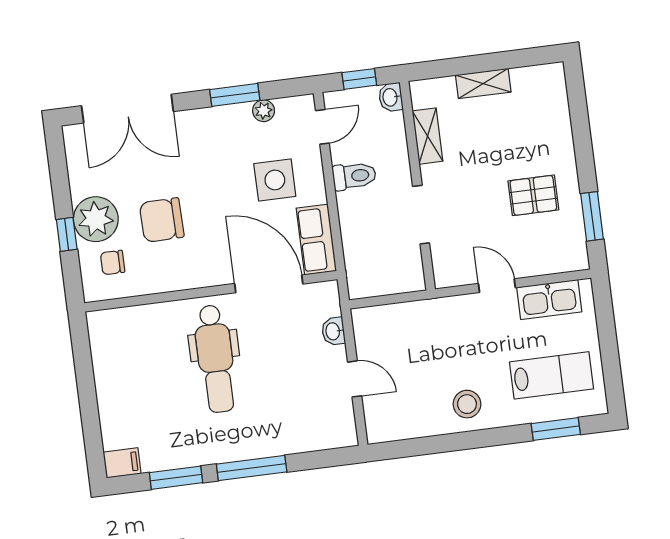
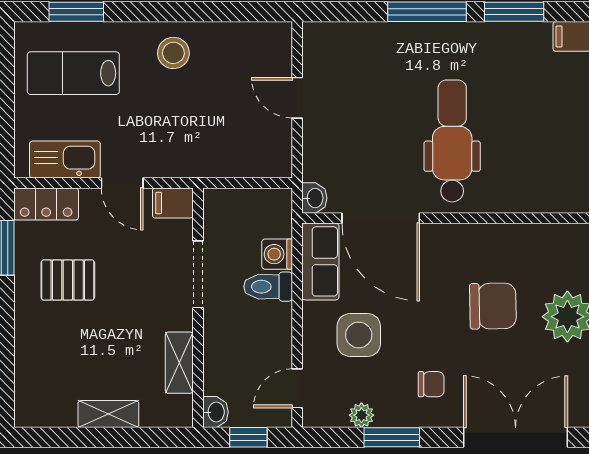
toilet: (354, 176) -> (268, 287), moved
washing machine: (355, 241) -> (277, 254), added
locker: (561, 259) -> (46, 204), added
chair: (113, 263) -> (431, 384), moved
filing cabinet: (451, 274) -> (173, 203), added
washbasin: (333, 331) -> (314, 198), moved

